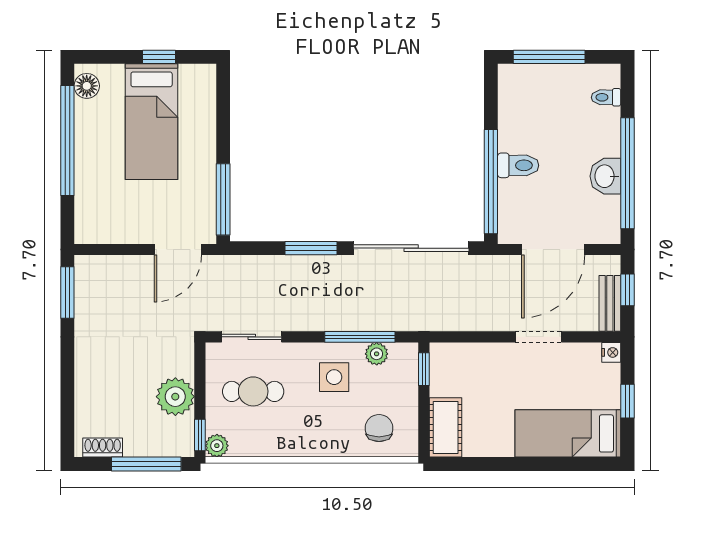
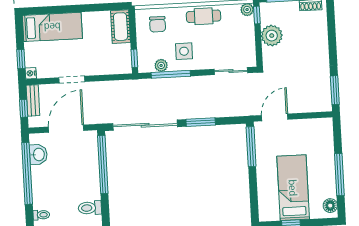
window: (67, 141) -> (339, 175), width x0.68
toilet: (518, 165) -> (90, 208), moved
washbasin: (605, 176) -> (38, 155), moved
cafe table: (253, 391) -> (204, 16), moved
window: (627, 401) -> (21, 59), moved

